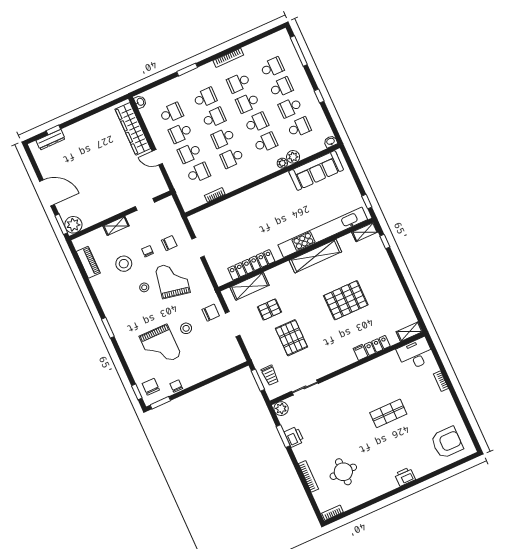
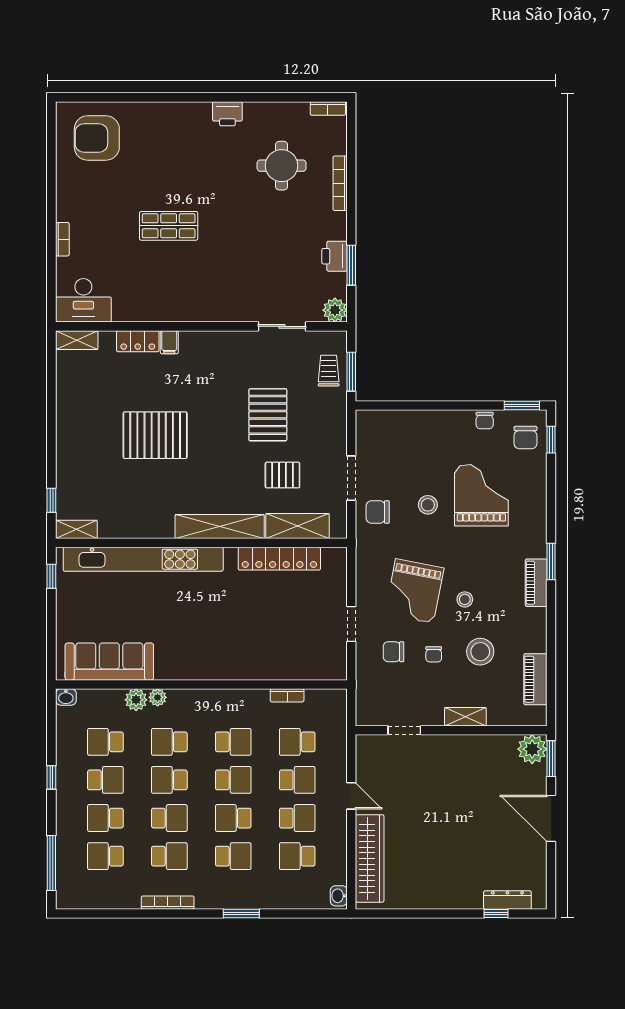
school desk: (205, 98) -> (233, 856), turned 180
shelving: (315, 256) -> (220, 527), moved
piano: (111, 313) -> (536, 583), added
printer: (405, 477) -> (227, 114), moved

